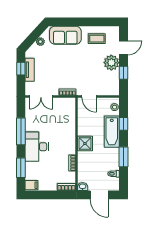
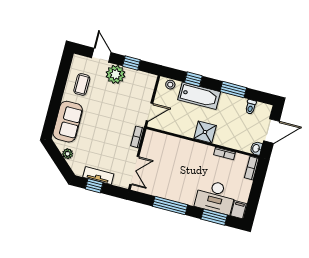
desk: (37, 147) -> (215, 197), moved

